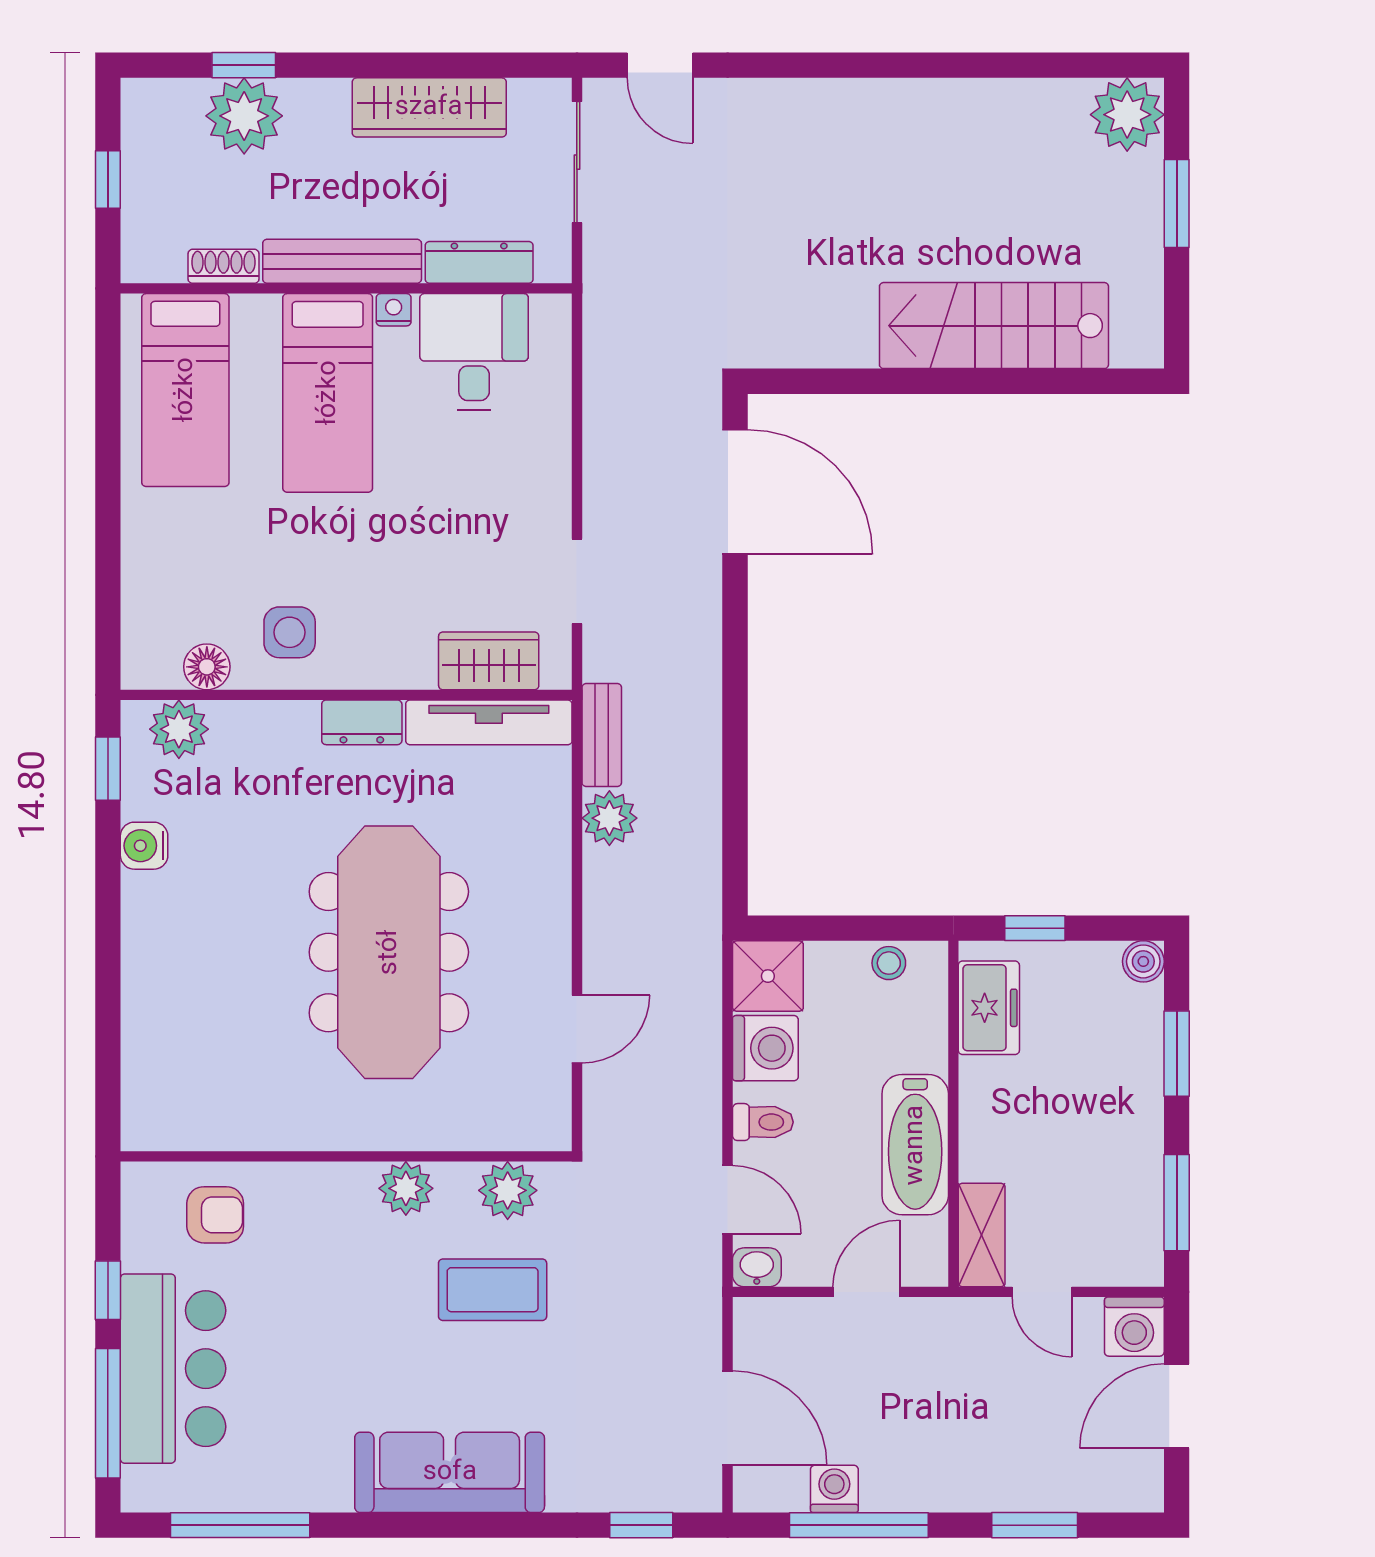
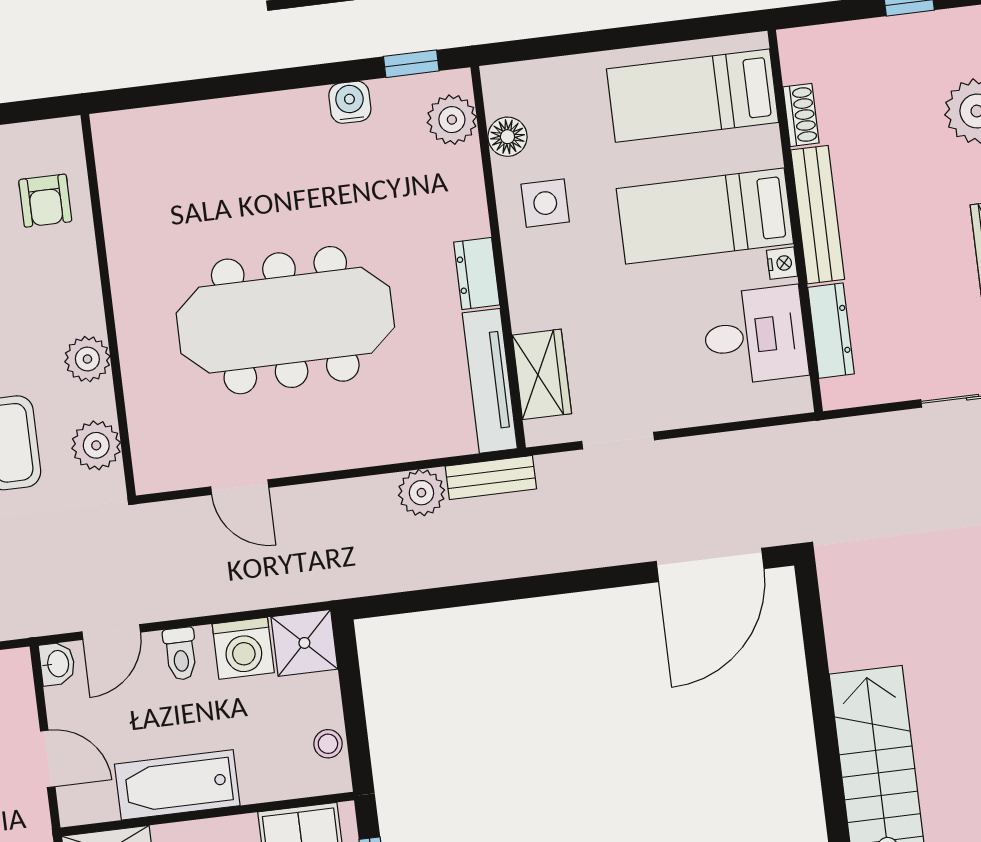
bench: (342, 261) -> (818, 215), moved
dresser: (479, 262) -> (831, 331), moved
shoe rack: (223, 266) -> (801, 115), moved
wall: (346, 288) -> (795, 221), moved
nightstand: (394, 310) -> (782, 263), moved
desk: (474, 352) -> (755, 336), moved
bed: (185, 390) -> (693, 96), moved
bed: (328, 393) -> (705, 216), moved

